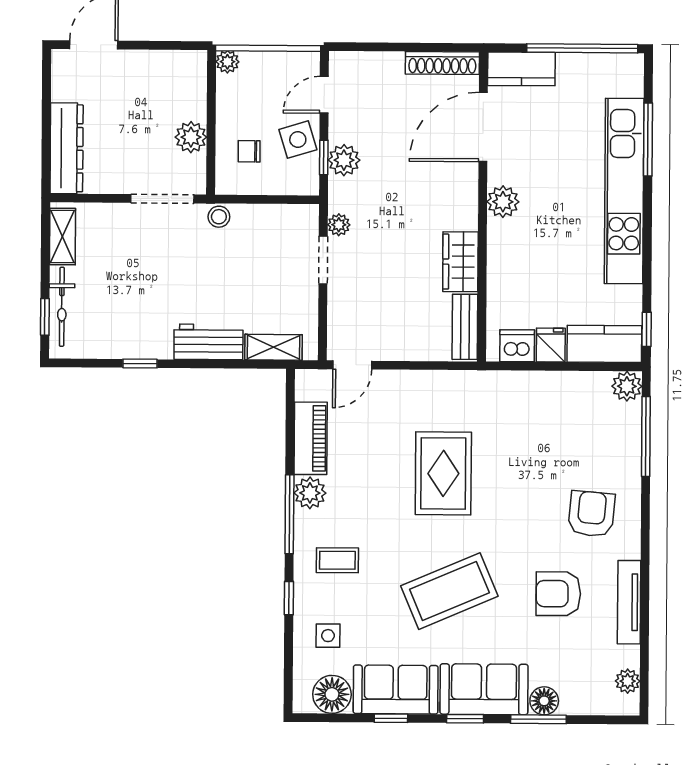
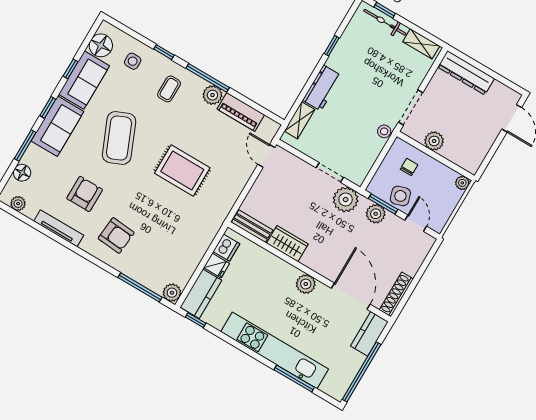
window: (324, 158) -> (383, 204), width x1.50
plant: (339, 225) -> (346, 200), width x1.87, depth x1.87
floor lamp: (544, 701) -> (22, 173), moved

